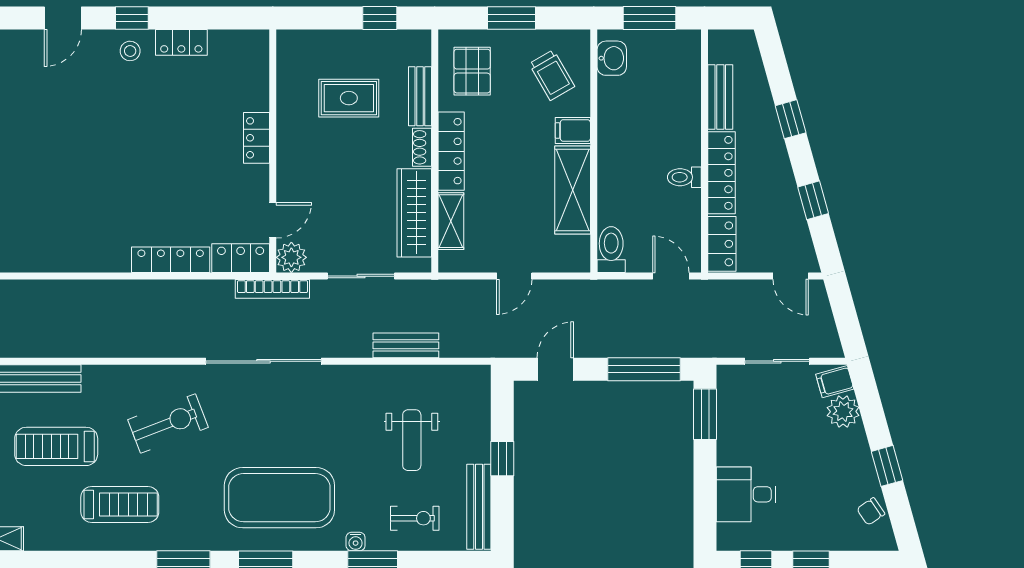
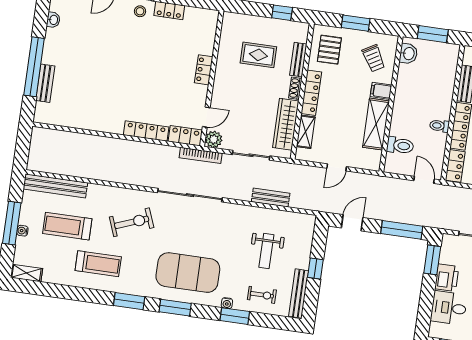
toilet: (611, 250) -> (400, 146), moved, turned 90
printer: (735, 442) -> (447, 278), added

